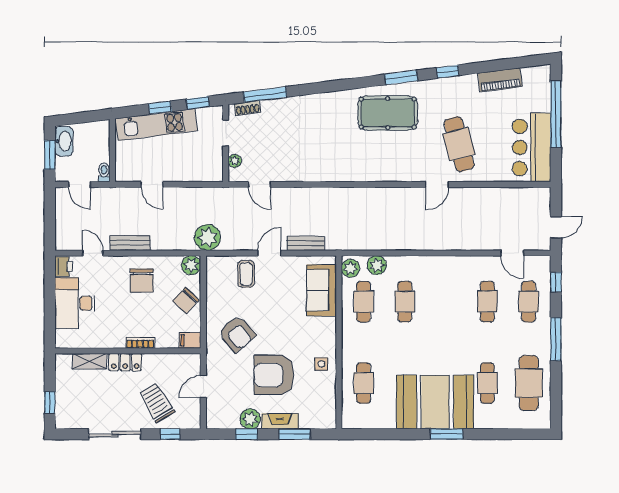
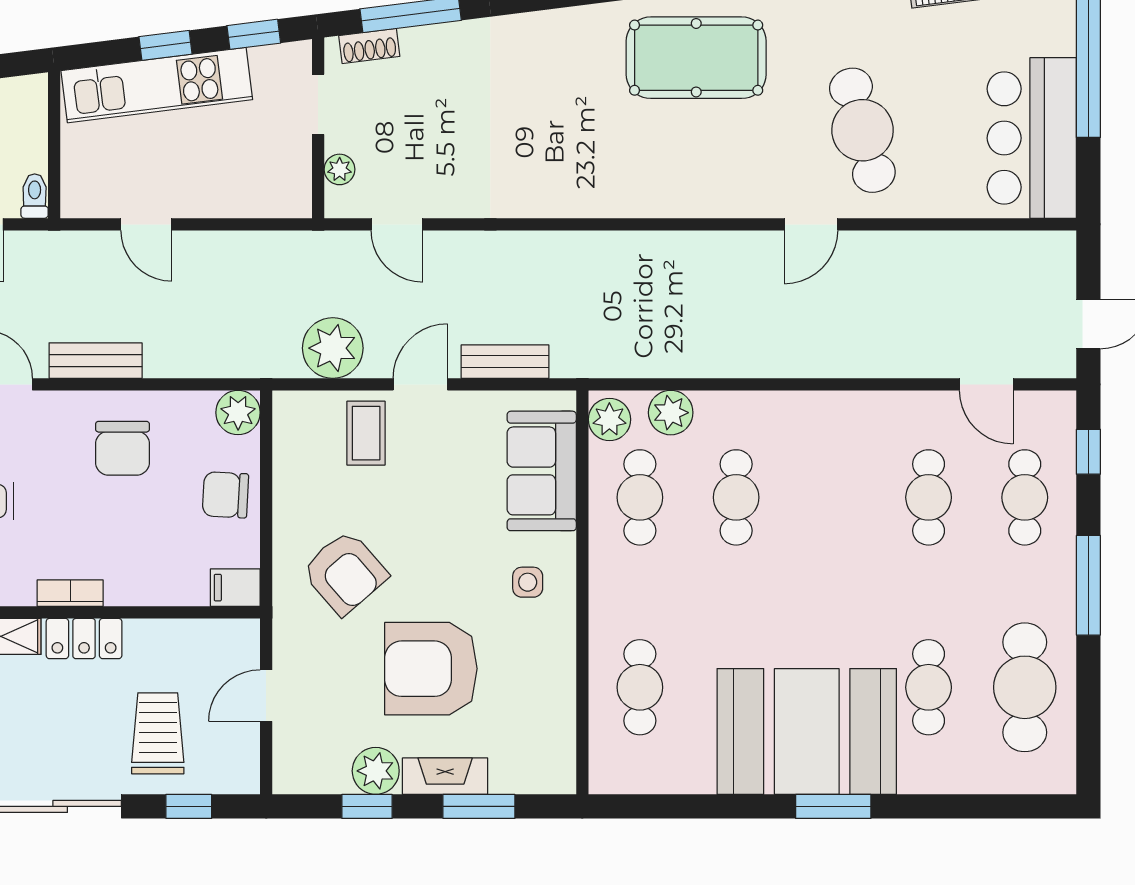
plant: (207, 238) -> (333, 348), moved
chair: (186, 300) -> (225, 495), turned 50
bookcase: (140, 343) -> (70, 593), moved
side table: (321, 364) -> (528, 582), moved
trolley: (157, 403) -> (158, 733), turned 31

